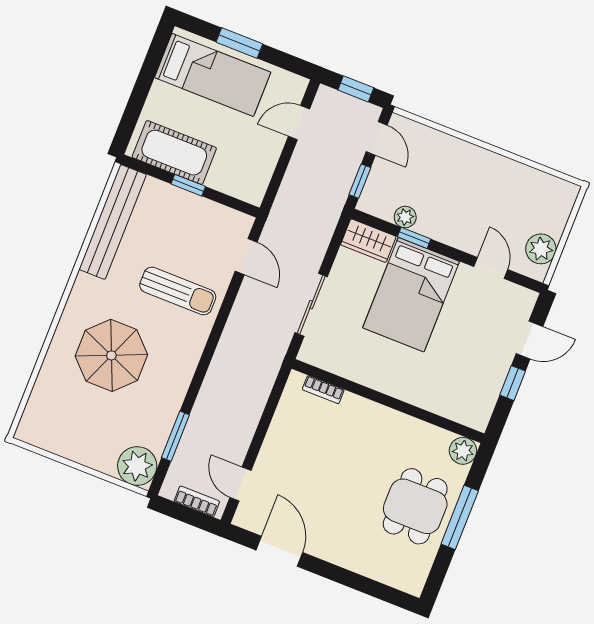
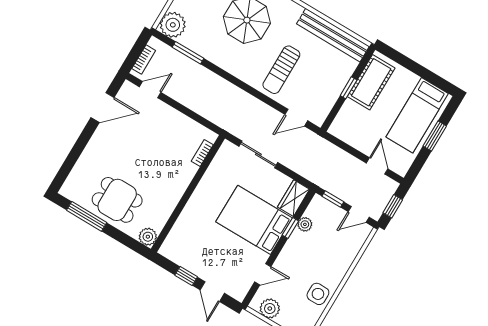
side table: (507, 180) -> (318, 294), added
window: (460, 517) -> (87, 216), moved

